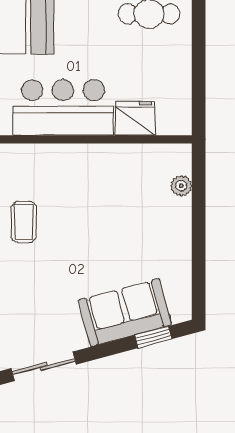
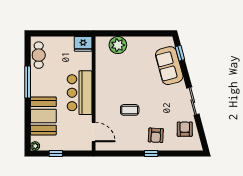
fridge: (135, 118) -> (83, 44), moved, turned -90
plant: (181, 186) -> (118, 45), width x1.87, depth x1.87

